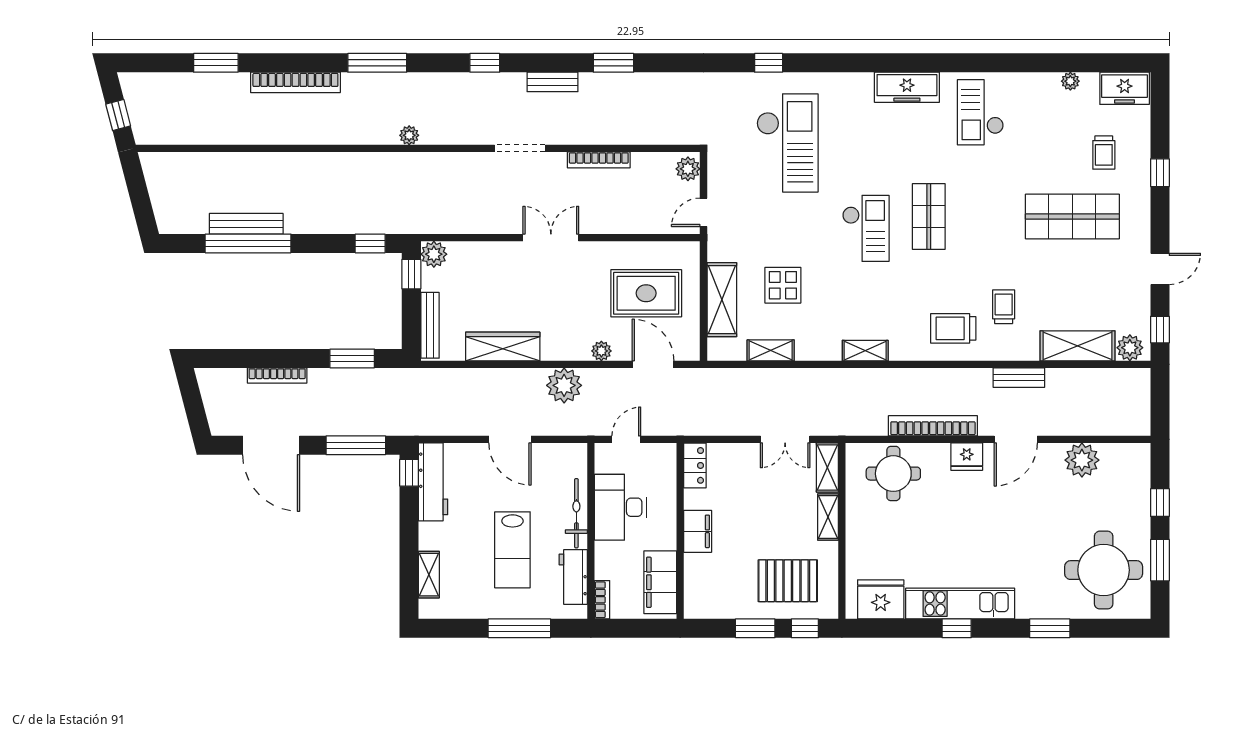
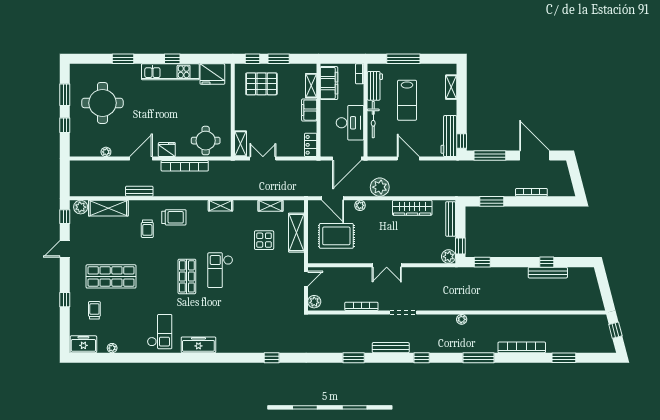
bench: (553, 82) -> (391, 348), width x1.36
checkout: (787, 143) -> (262, 315), removed
window: (248, 243) -> (547, 262), width x0.32
door: (626, 439) -> (347, 159), width x1.87
plant: (1082, 460) -> (106, 152), width x0.53, depth x0.53
shelving: (828, 517) -> (311, 86), moved
lab bench: (512, 550) -> (407, 100), turned 180
round table: (1104, 570) -> (102, 103), moved

